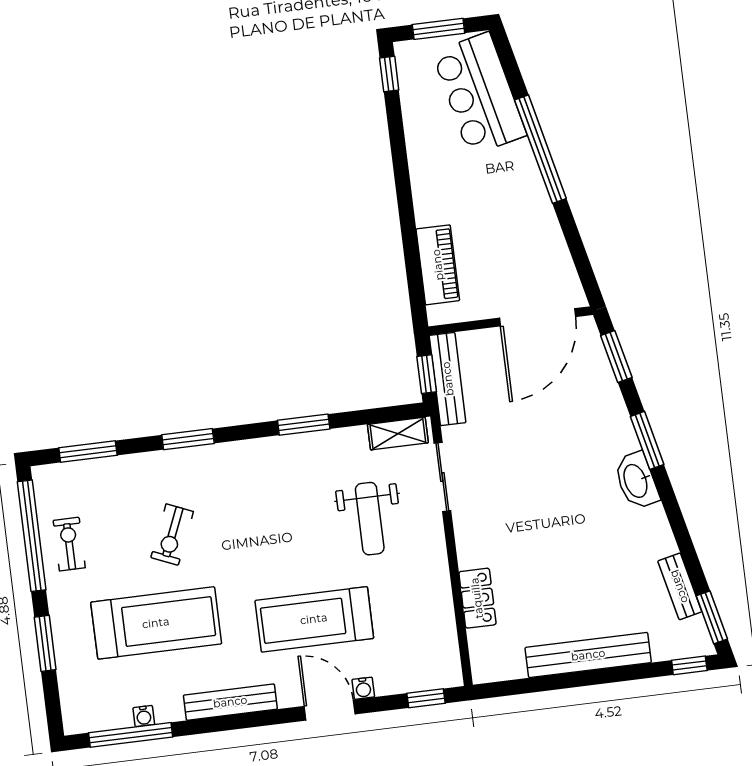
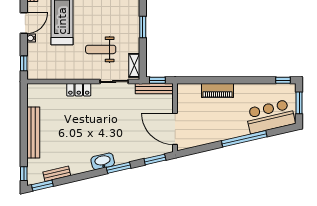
piano: (438, 265) -> (217, 90), moved
locker: (477, 598) -> (79, 90), moved

